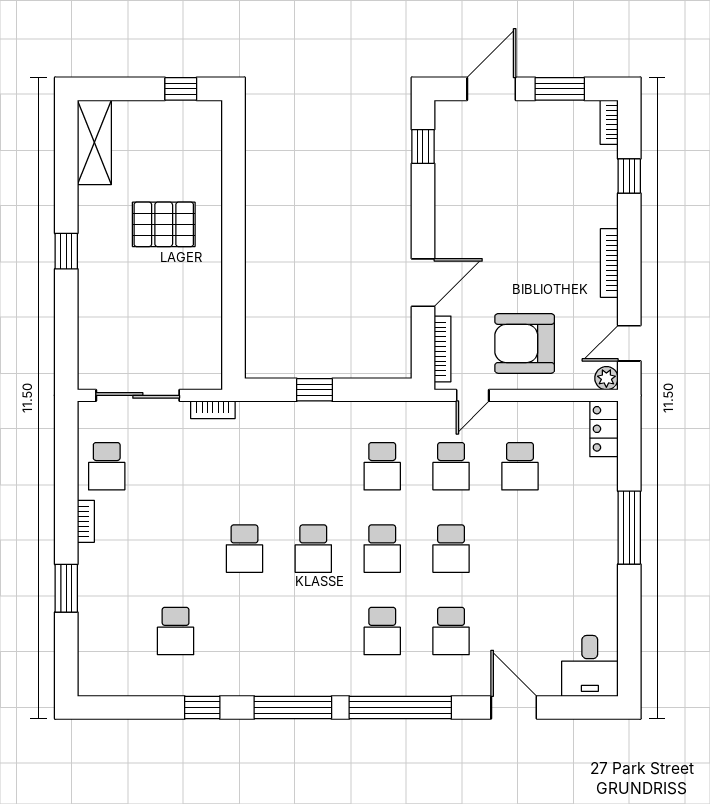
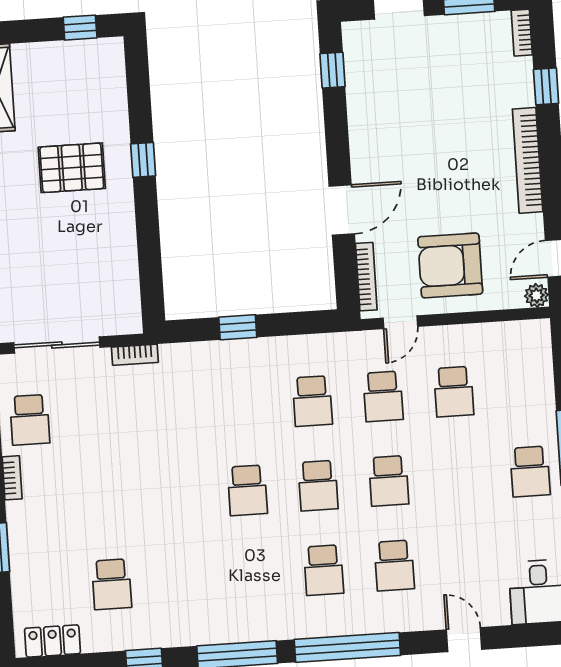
window: (234, 221) -> (143, 160), added
bookcase: (609, 263) -> (528, 160), width x1.48, depth x1.31
locker: (604, 429) -> (53, 641), moved, turned 90
school desk: (244, 549) -> (530, 472), moved
door: (514, 707) -> (464, 640), width x0.73

